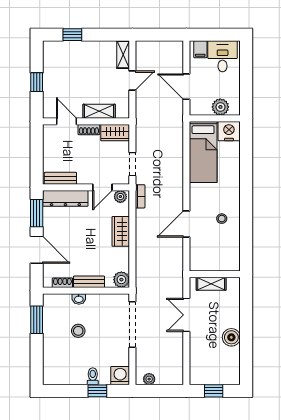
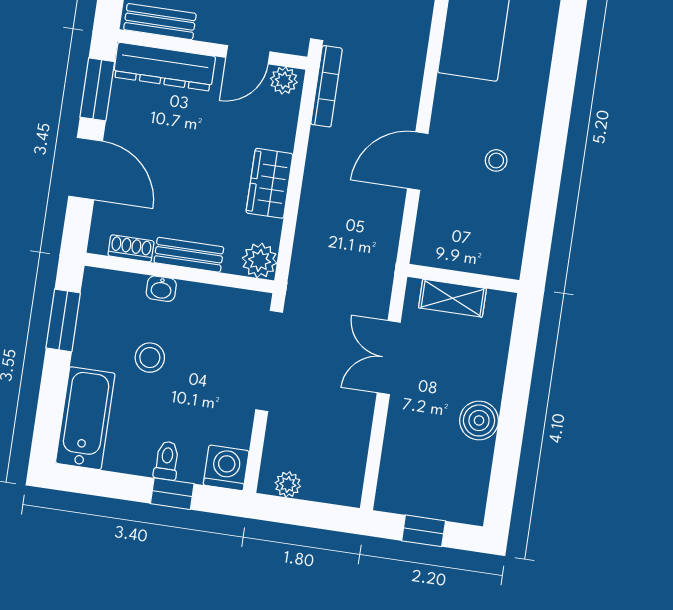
bookcase: (140, 196) -> (327, 86), width x1.56
wardrobe: (121, 231) -> (269, 183), moved
bathtub: (53, 363) -> (85, 418), added

